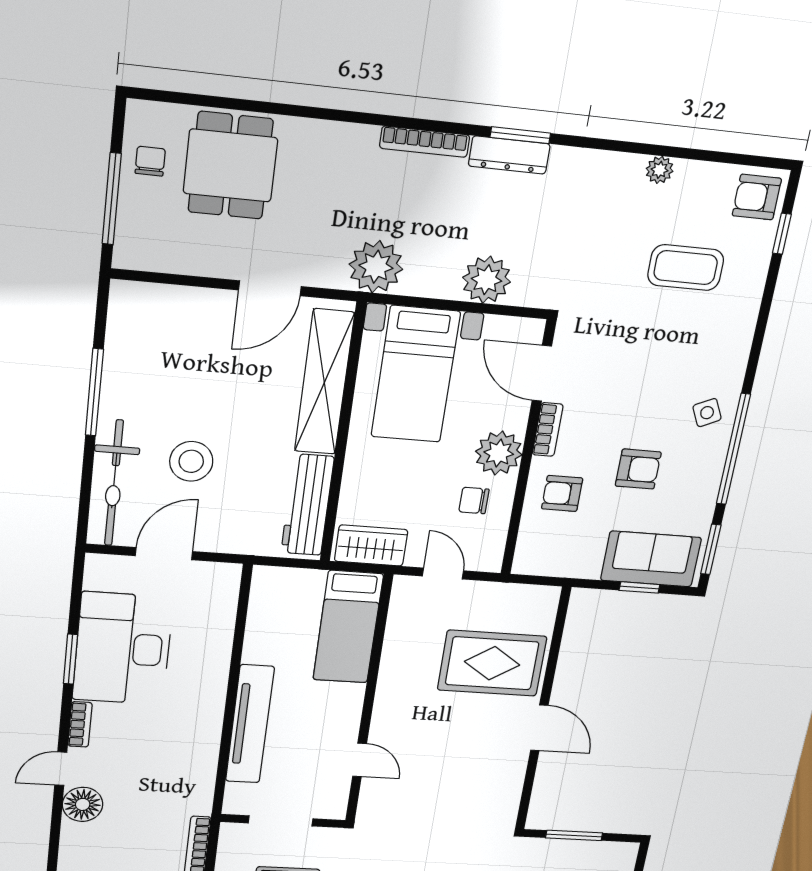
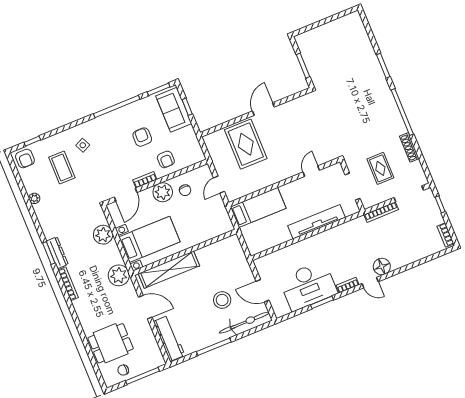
side table: (707, 413) -> (83, 145), moved
workbench: (307, 505) -> (169, 338), moved, turned -90
wardrobe: (371, 545) -> (222, 218), removed

